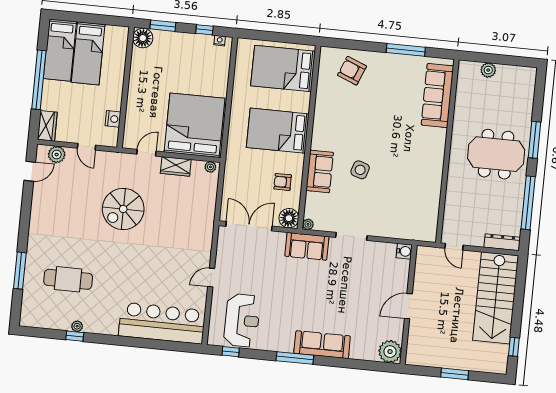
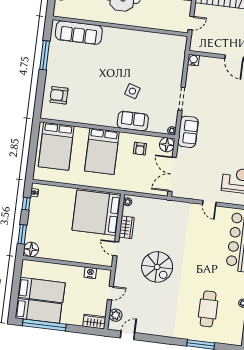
armchair: (352, 71) -> (59, 95), turned 68
window: (39, 80) -> (44, 325), moved
door: (30, 171) -> (127, 335), hinge flipped

